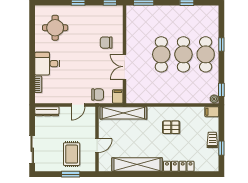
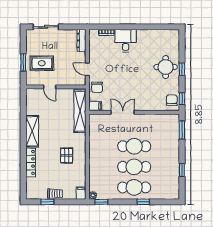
round table: (55, 28) -> (166, 67), moved
chair: (106, 43) -> (172, 100), moved
shelving: (137, 165) -> (32, 131), width x0.68

